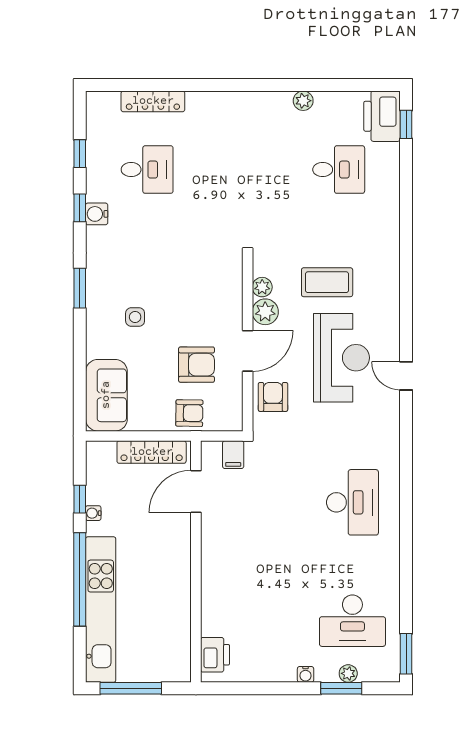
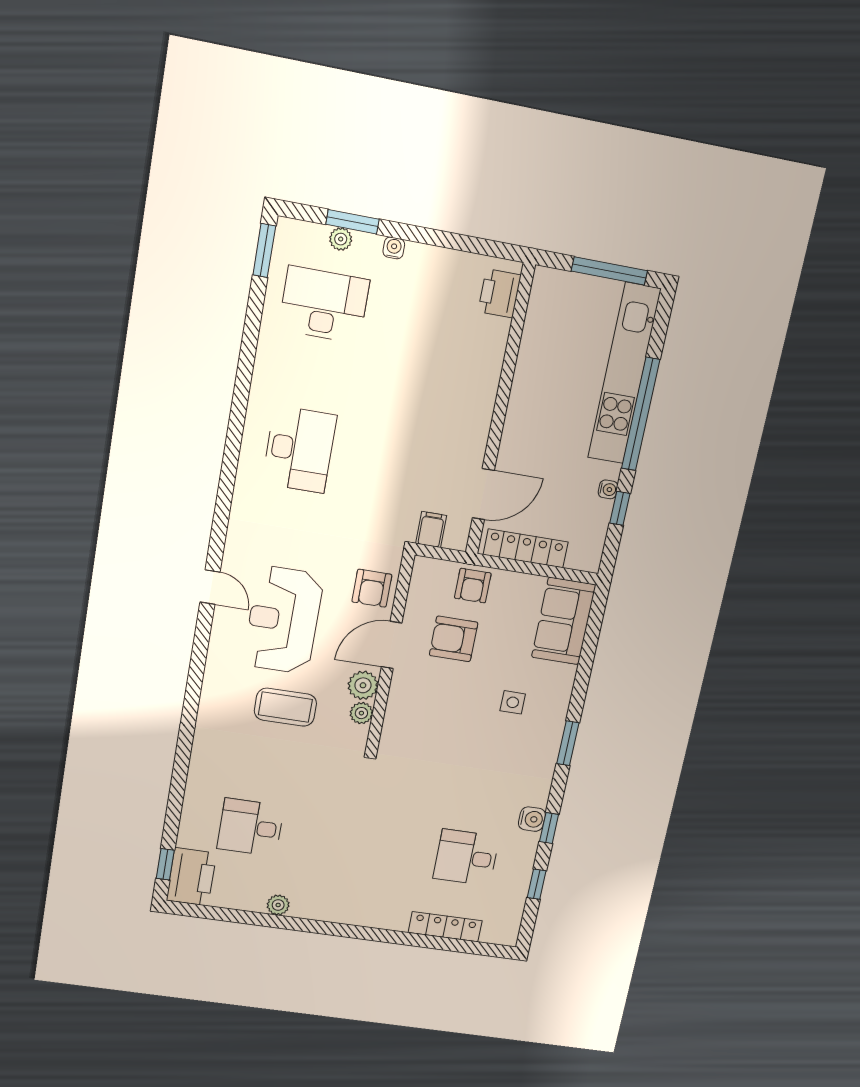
armchair: (189, 413) -> (473, 586), turned -91
desk: (352, 502) -> (299, 449), turned 180

